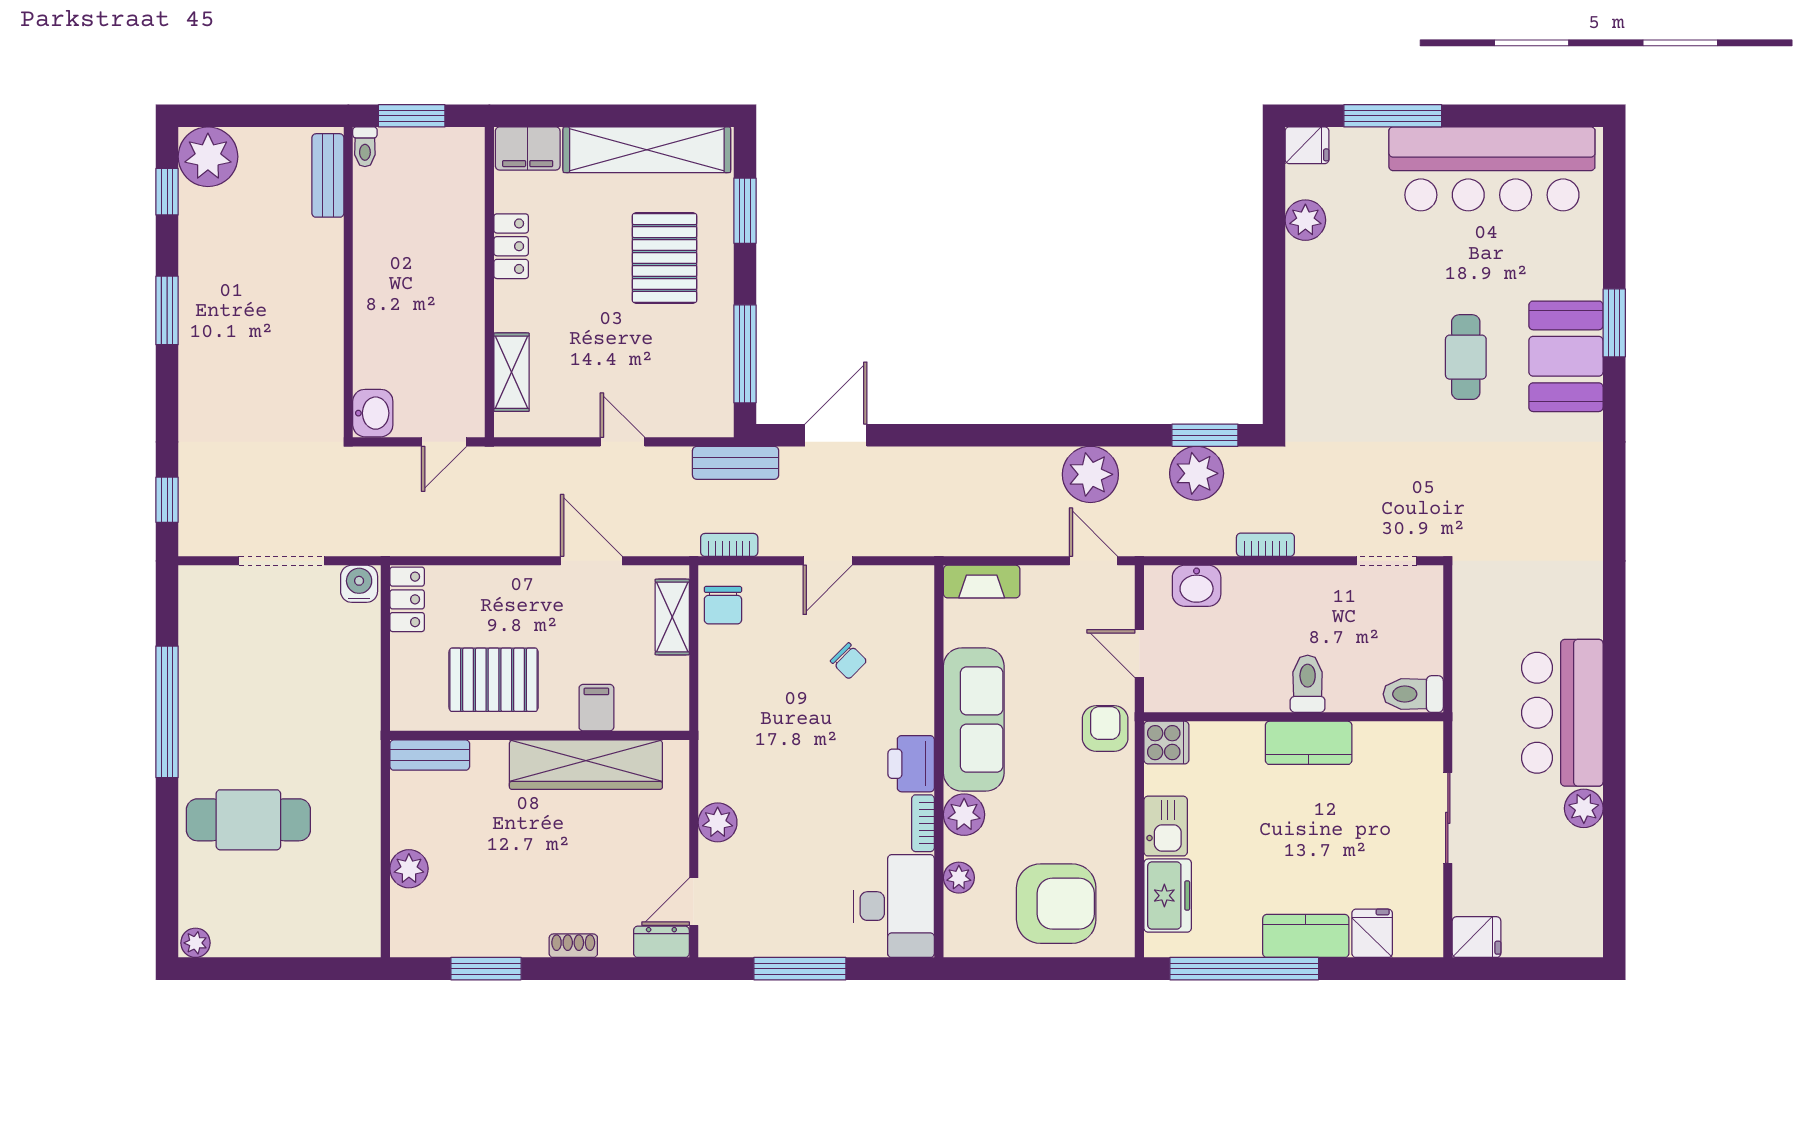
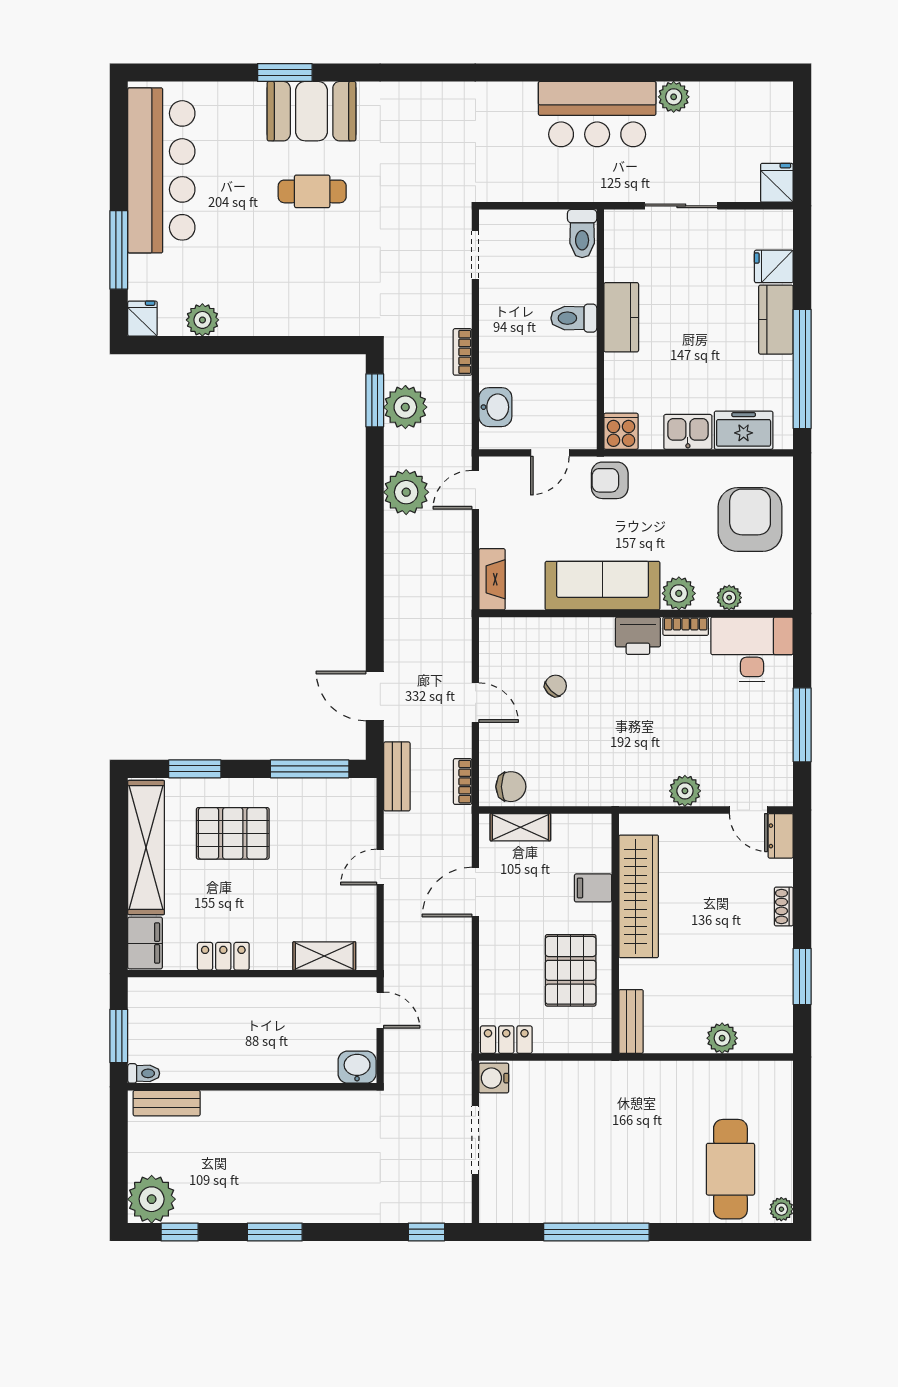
cafe table: (248, 820) -> (730, 1169), moved

